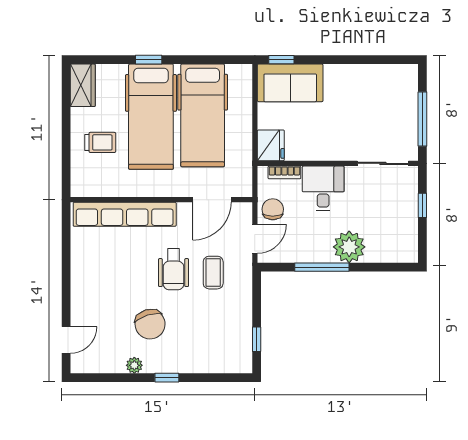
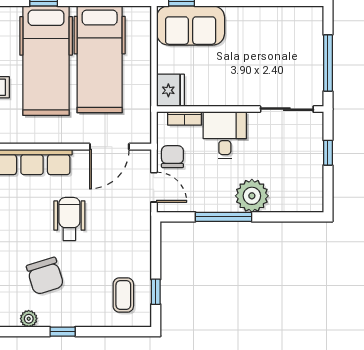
door: (255, 239) -> (154, 187), hinge flipped
wheelchair: (174, 269) -> (69, 219), turned 180
coffee table: (213, 273) -> (123, 295), moved

